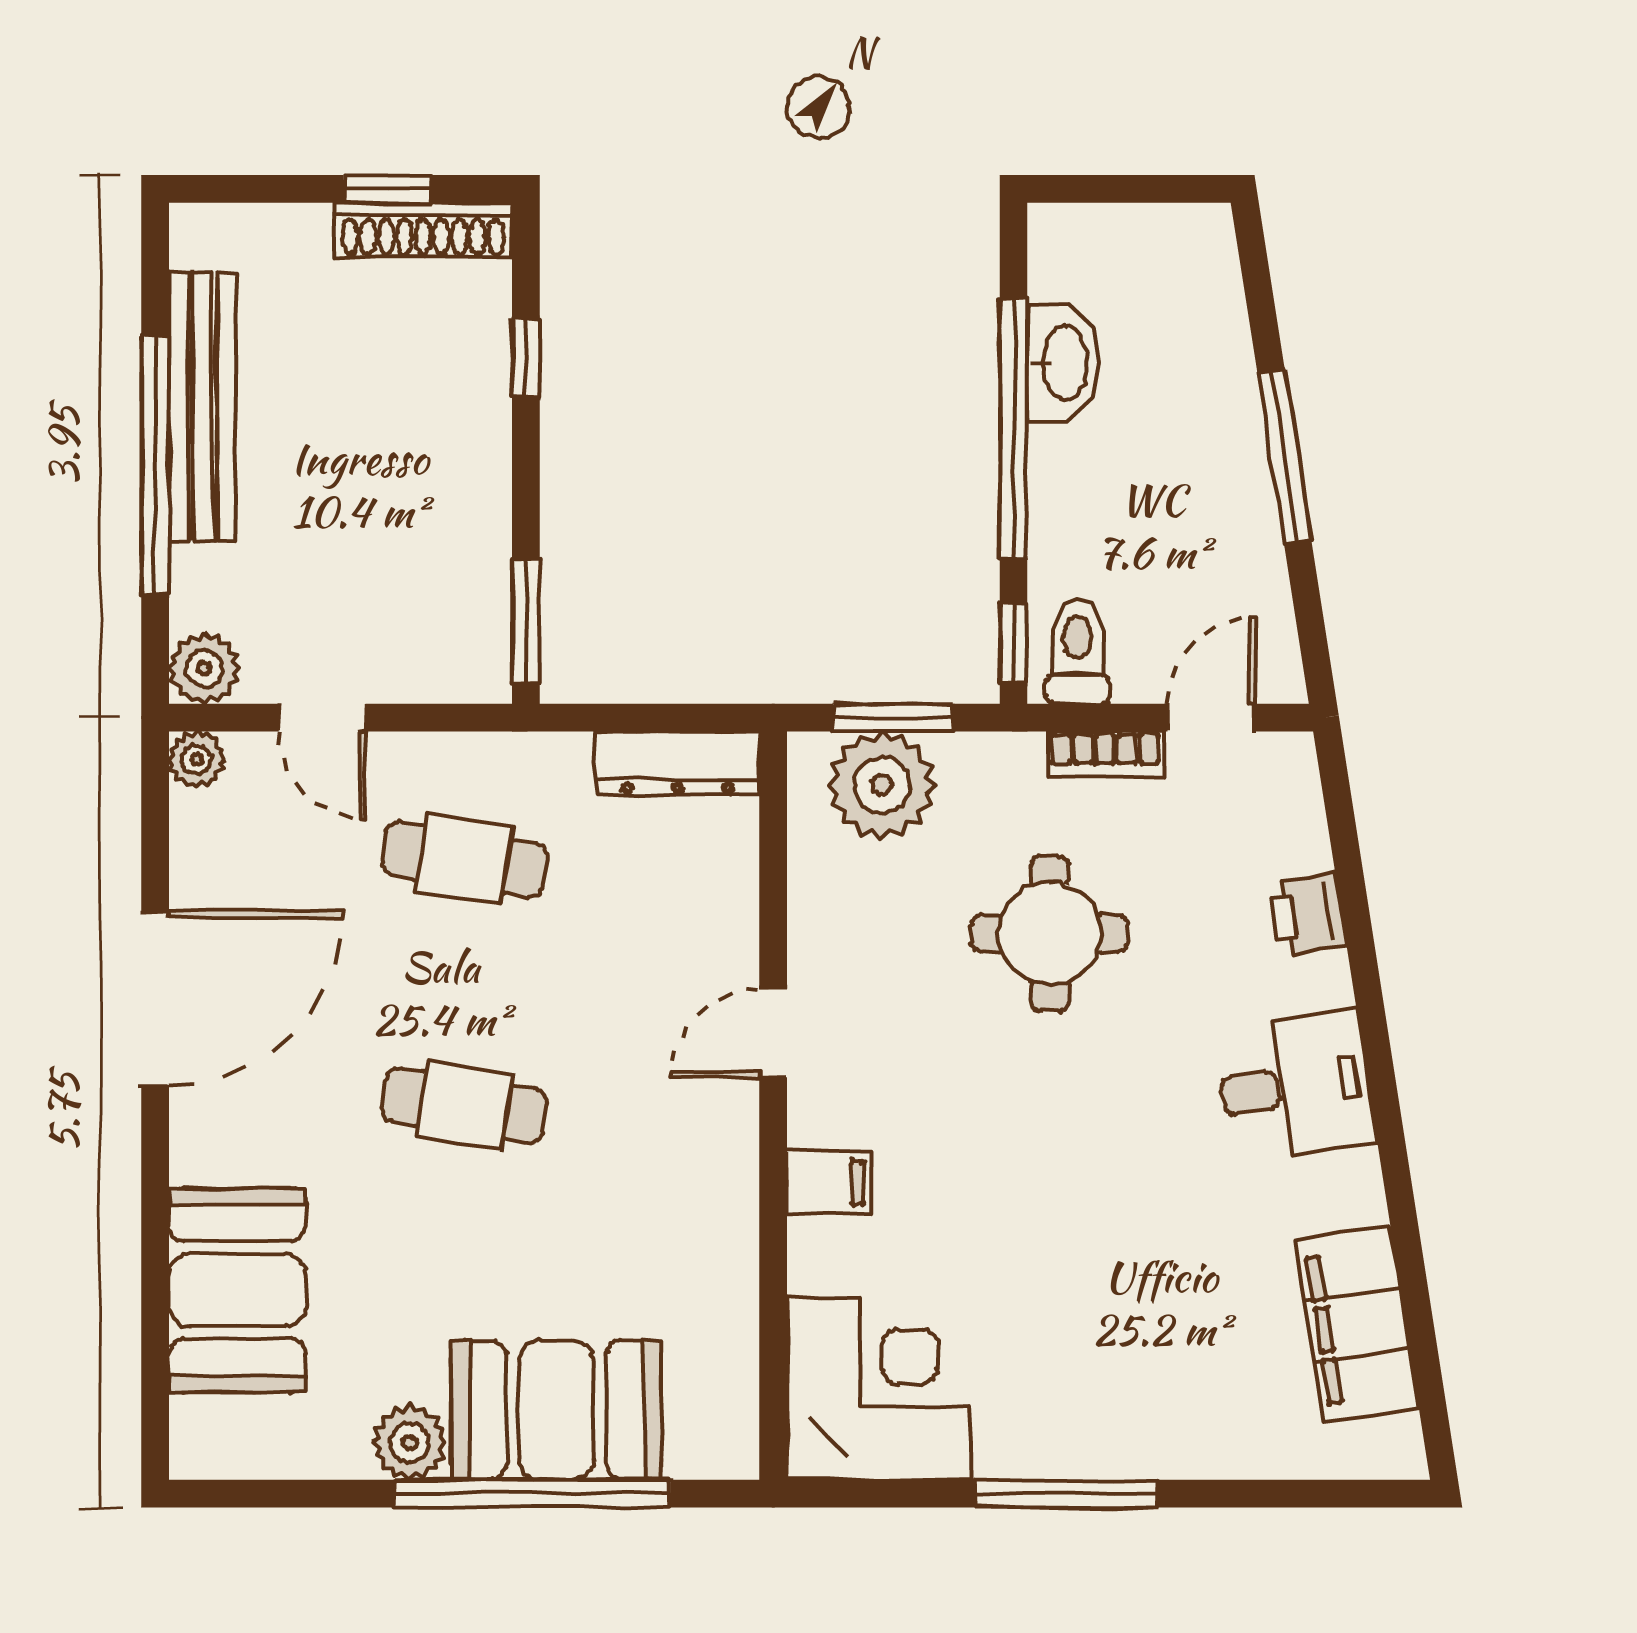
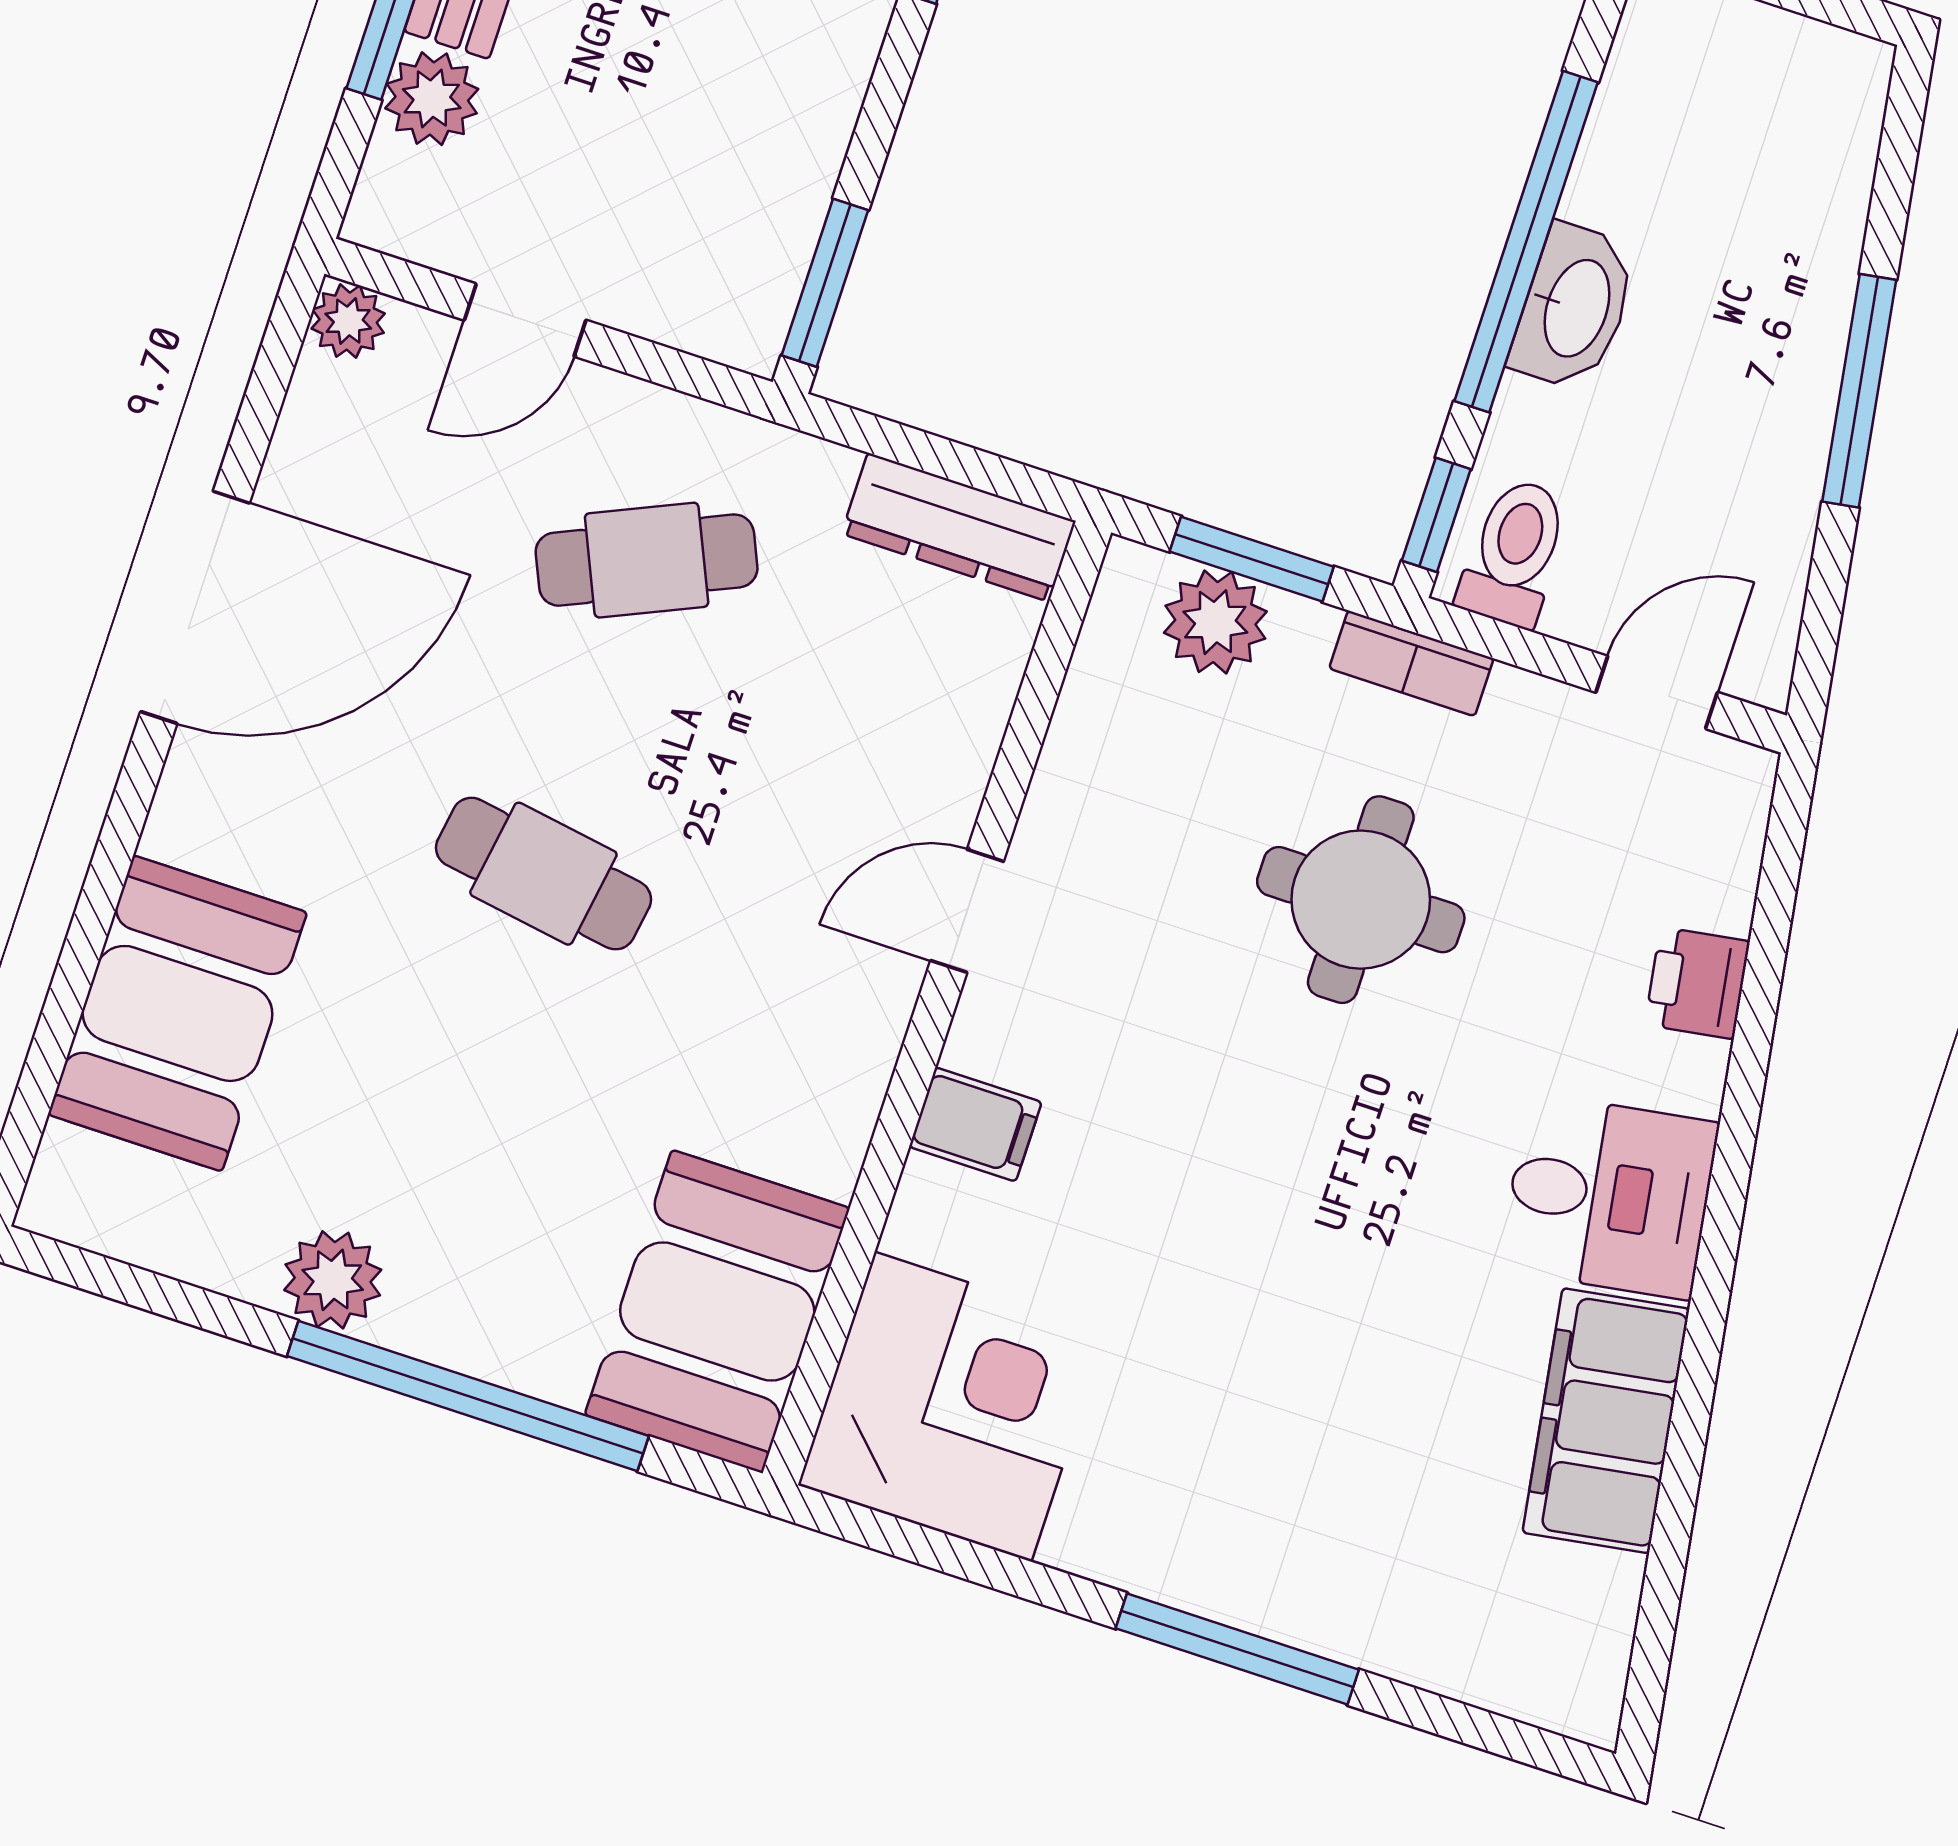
washbasin: (1063, 363) -> (1574, 307), moved
plant: (204, 668) -> (432, 99), moved
door: (322, 718) -> (525, 320), hinge flipped
bookcase: (1105, 754) -> (1411, 663), moved
plant: (882, 785) -> (1215, 622), width x0.73, depth x0.73
cafe table: (464, 859) -> (647, 560), turned -33
filing cabinet: (1357, 1325) -> (1606, 1421), moved
booth: (556, 1410) -> (717, 1311), moved, turned 90
window: (1067, 1494) -> (1237, 1649), moved

